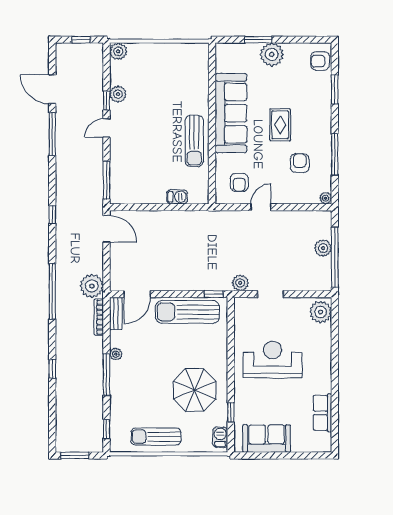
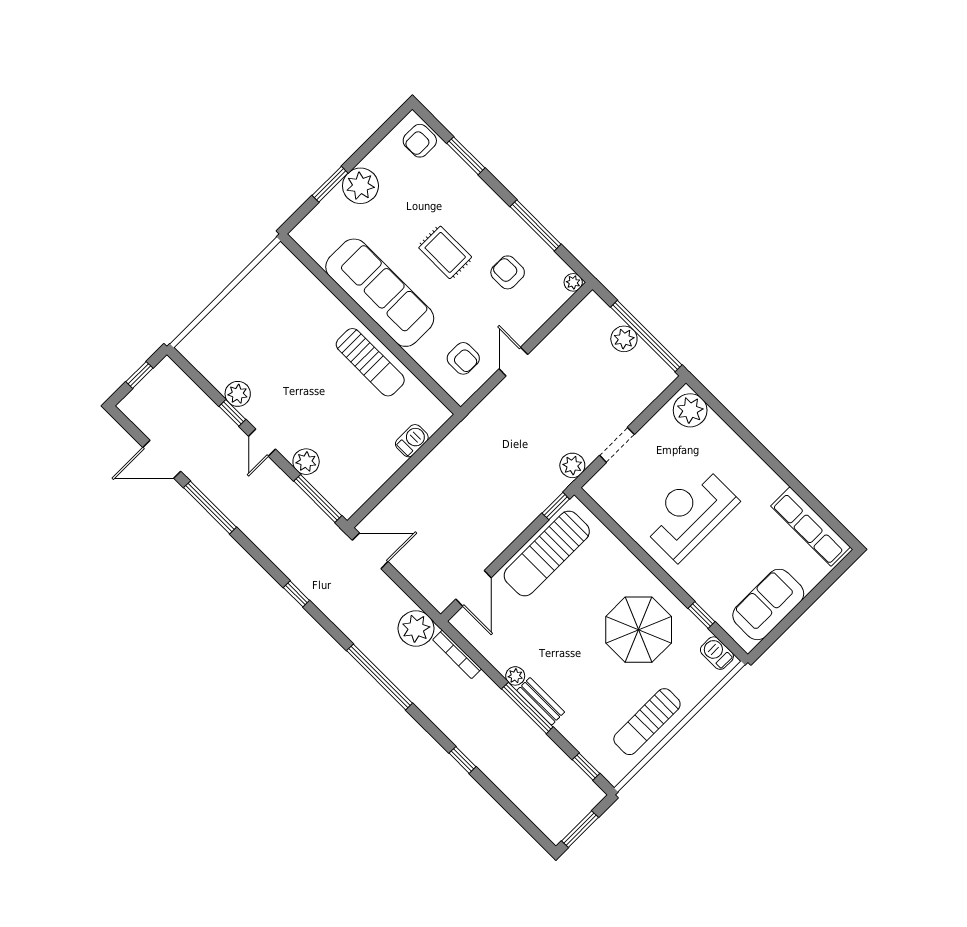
plant: (118, 51) -> (306, 462), moved
bench: (116, 313) -> (541, 701), moved
row of seats: (322, 413) -> (810, 527), width x1.48

